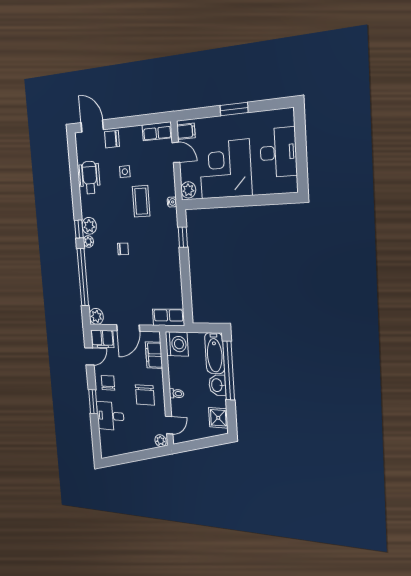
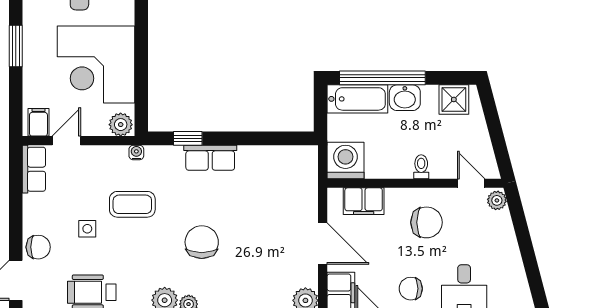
chair: (112, 139) -> (38, 247), turned -90
chair: (123, 249) -> (202, 242), width x1.87, depth x1.87
row of seats: (168, 317) -> (210, 158), moved, turned -90

